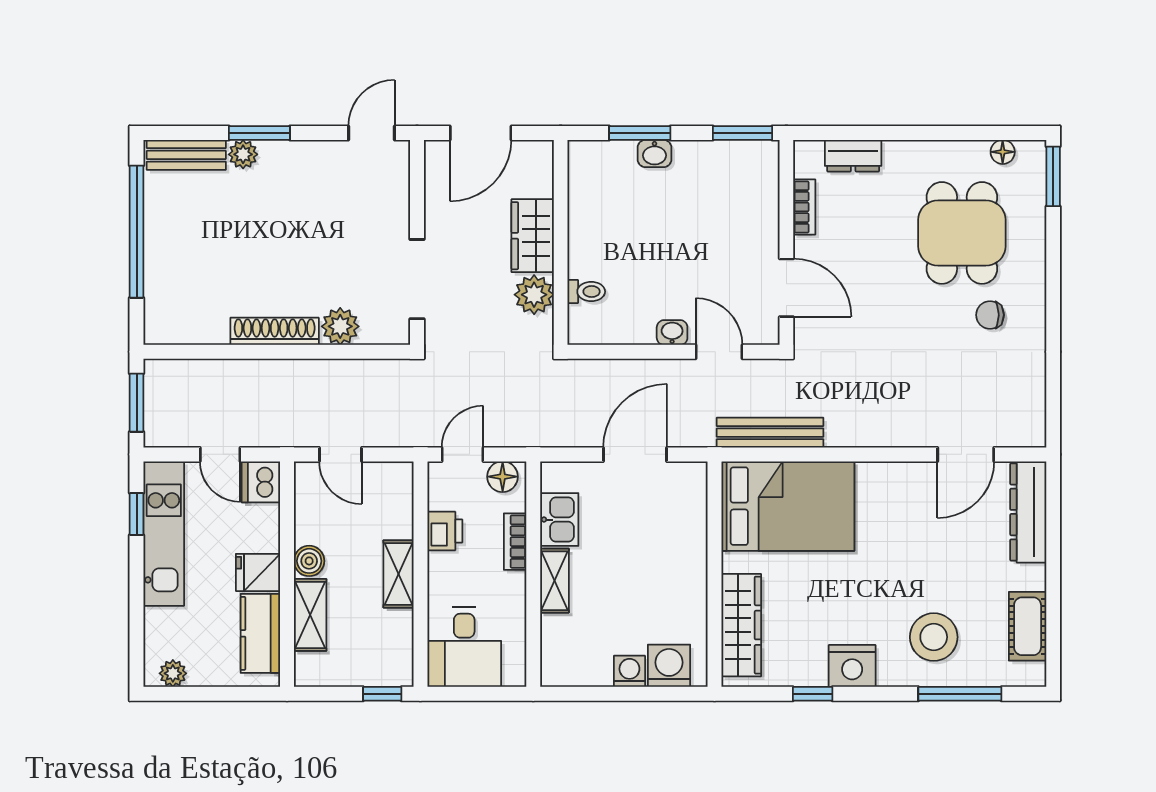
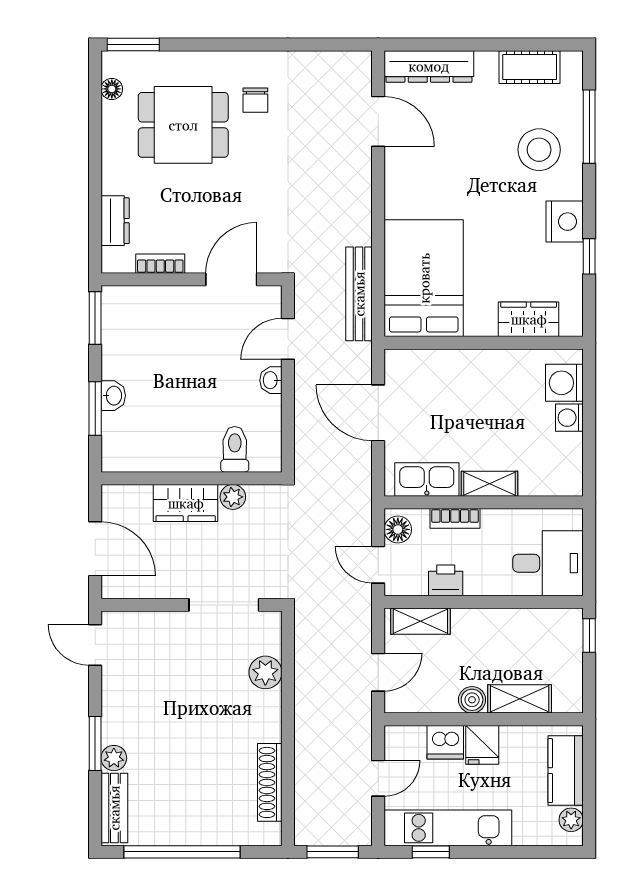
toilet: (586, 292) -> (235, 449), width x1.37, depth x1.39
plant: (534, 295) -> (233, 497), width x0.73, depth x0.73
shoe rack: (275, 331) -> (270, 782), moved
dishwasher: (261, 482) -> (445, 742), moved
kitchen sink: (559, 520) -> (427, 479), width x1.38
shelving: (398, 574) -> (420, 621), moved
wardrobe: (741, 625) -> (529, 319), width x0.67
kitchen counter: (260, 633) -> (566, 771), moved, turned 90

